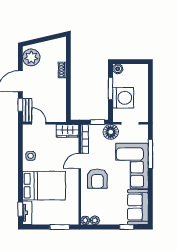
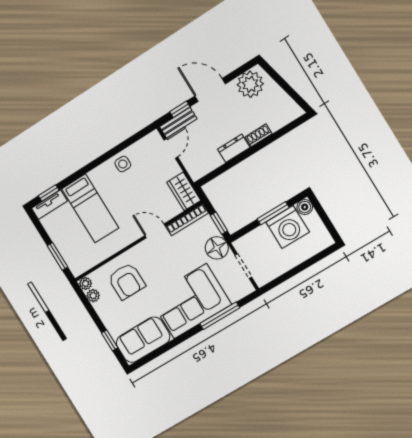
dresser: (61, 88) -> (234, 148), added
washing machine: (123, 98) -> (288, 227), moved
armchair: (97, 179) -> (127, 281), moved, turned -90
bed: (44, 186) -> (90, 208), width x0.67

